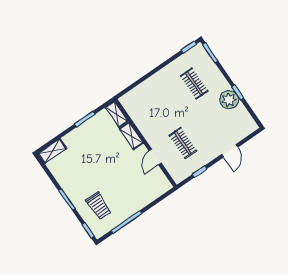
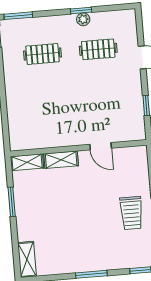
plant: (229, 100) -> (83, 19), width x0.53, depth x0.53
clothes rail: (183, 143) -> (98, 49), moved
trolley: (99, 206) -> (131, 213), moved, turned 90

